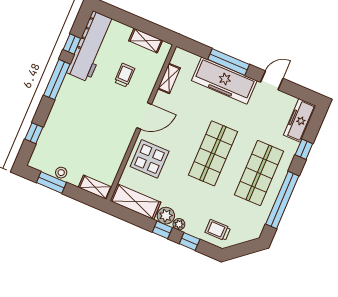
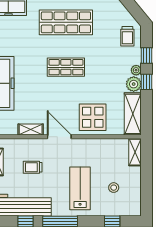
shelving: (169, 78) -> (31, 130), moved
lab bench: (82, 115) -> (80, 188), added
shop shelf: (213, 153) -> (66, 67), width x0.70, depth x0.74
stool: (61, 173) -> (114, 188), moved
window: (51, 183) -> (147, 190), removed

